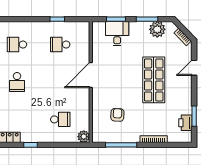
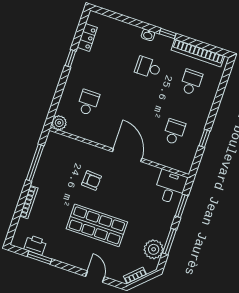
desk: (117, 34) -> (170, 187), moved, turned -90
armchair: (117, 115) -> (91, 180), moved
school desk: (60, 119) -> (88, 103), turned 180

